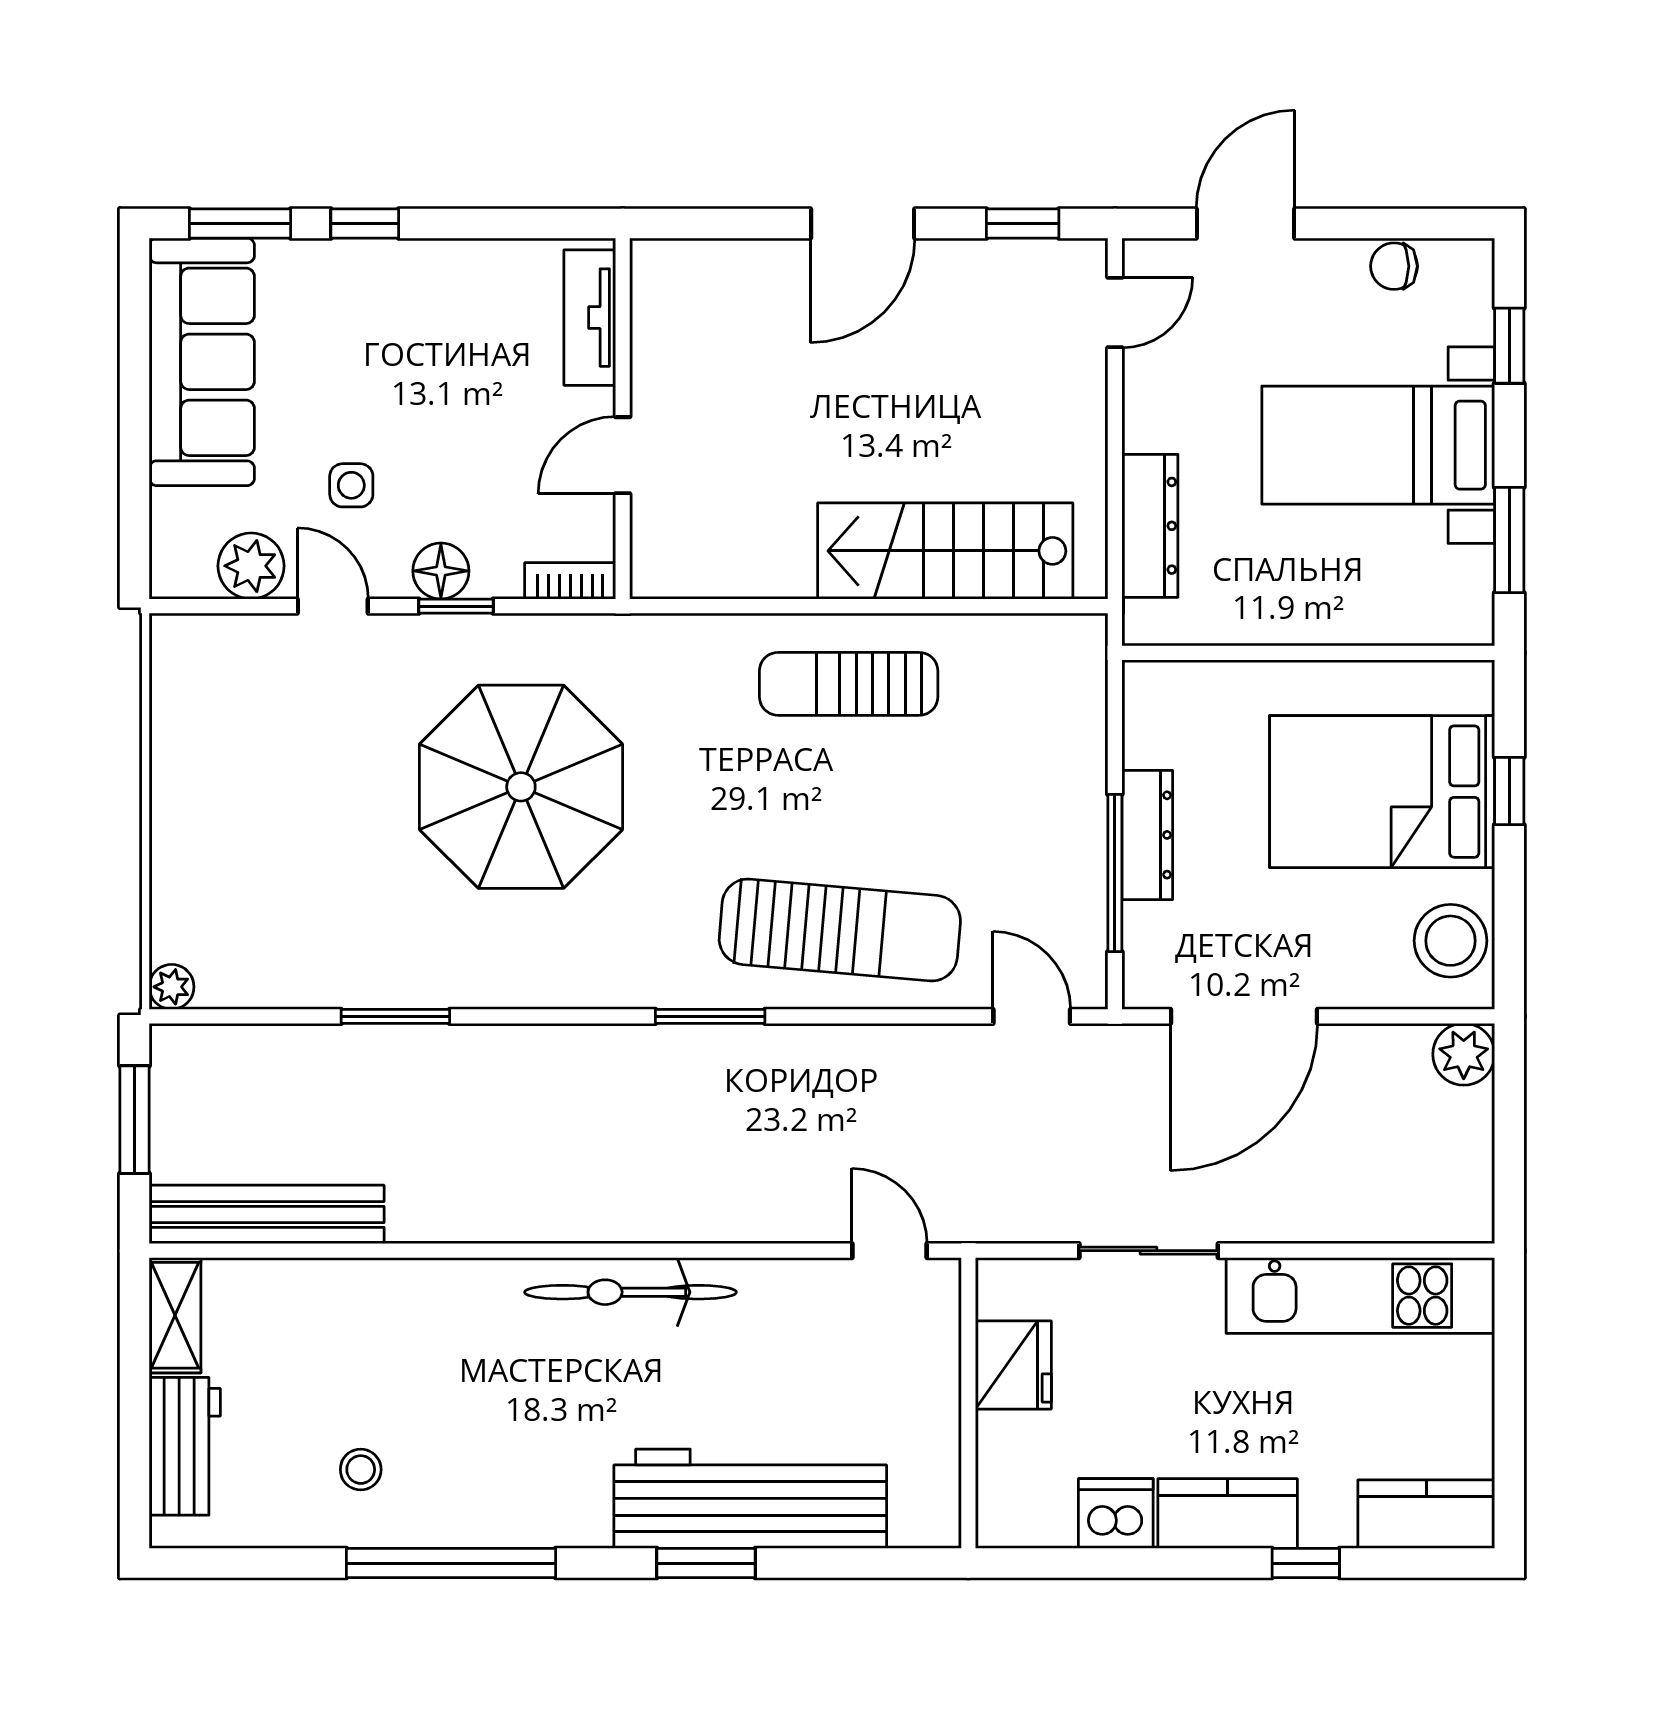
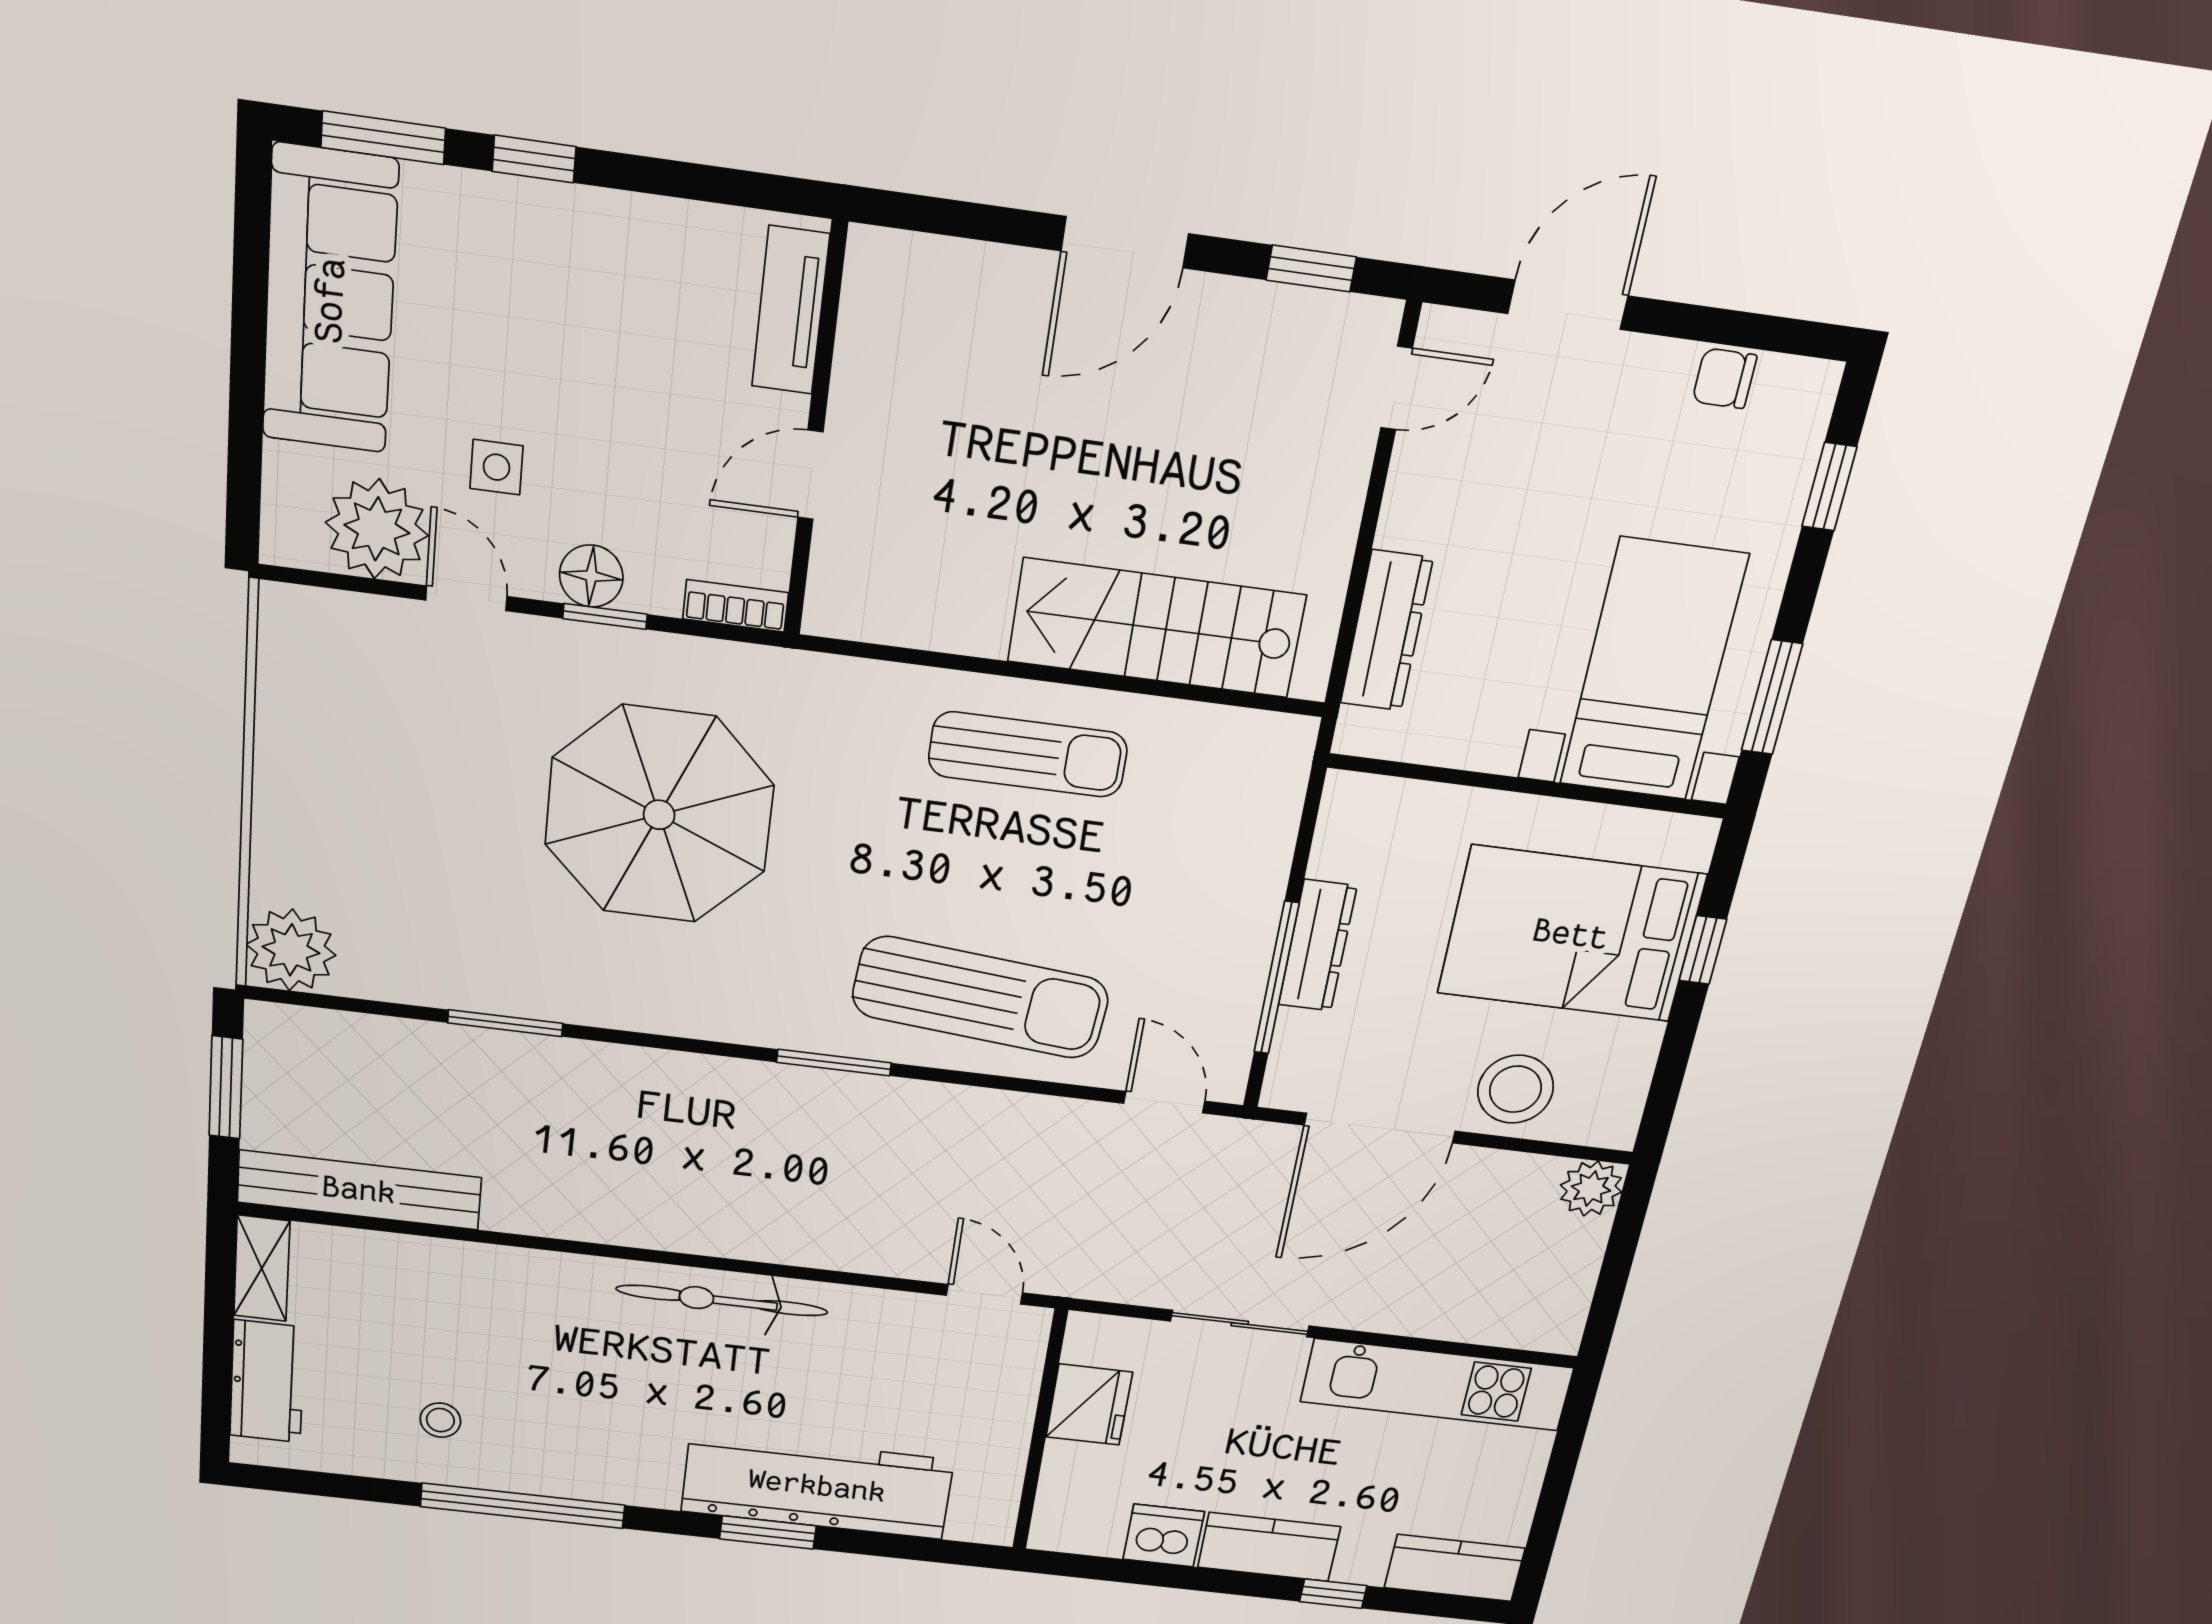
bed with nightstands: (1378, 445) -> (1653, 670), moved, turned 90
plant: (251, 566) -> (377, 529), width x1.36, depth x1.36
sun lounger: (849, 684) -> (1028, 754), turned 180
stool: (1451, 941) -> (1516, 1089), moved
plant: (172, 987) -> (291, 950), width x1.87, depth x1.87

